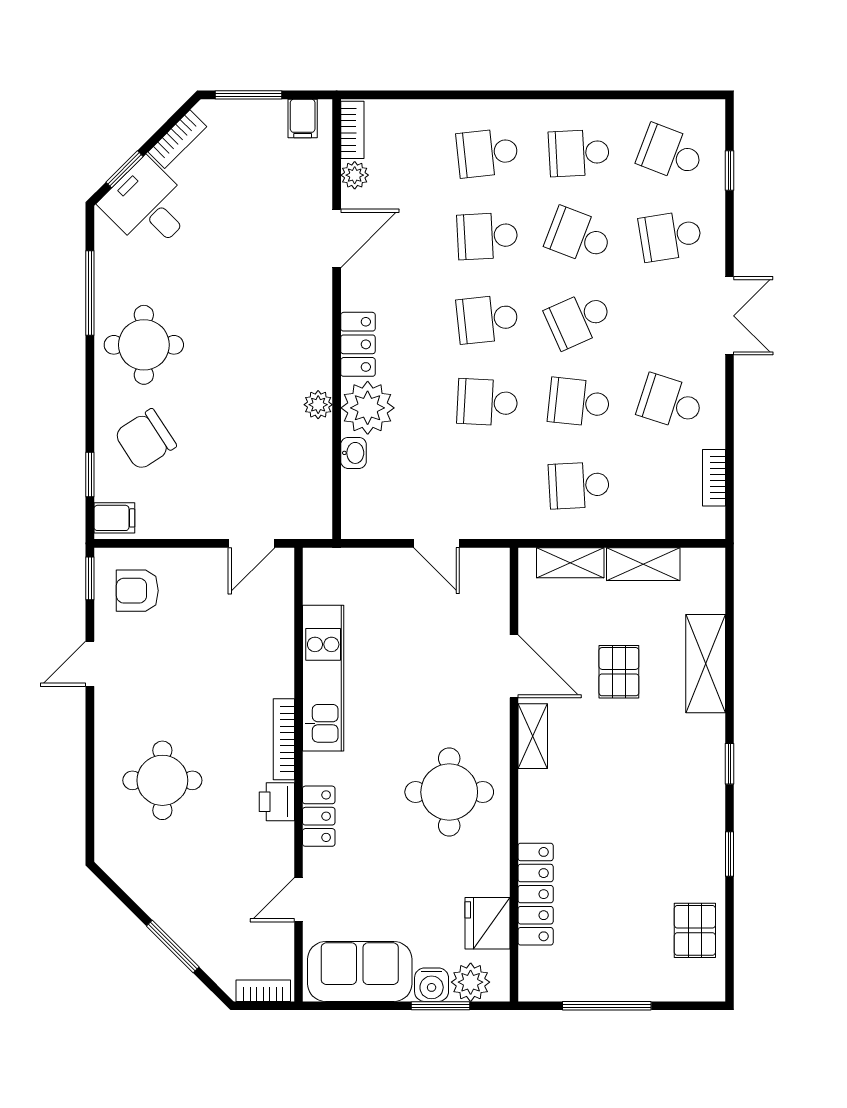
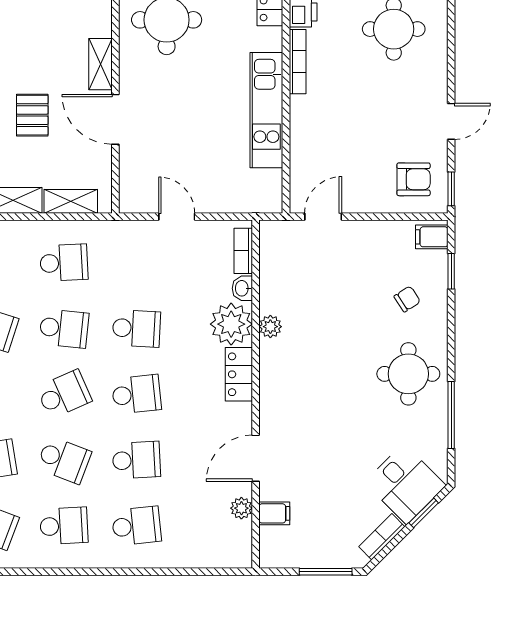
filing cabinet: (303, 118) -> (274, 513), moved, turned 90
bookcase: (352, 130) -> (243, 251), moved
chair: (145, 439) -> (407, 299), width x0.54, depth x0.54

